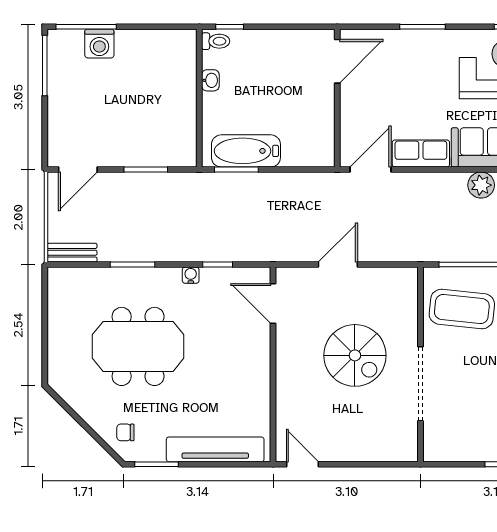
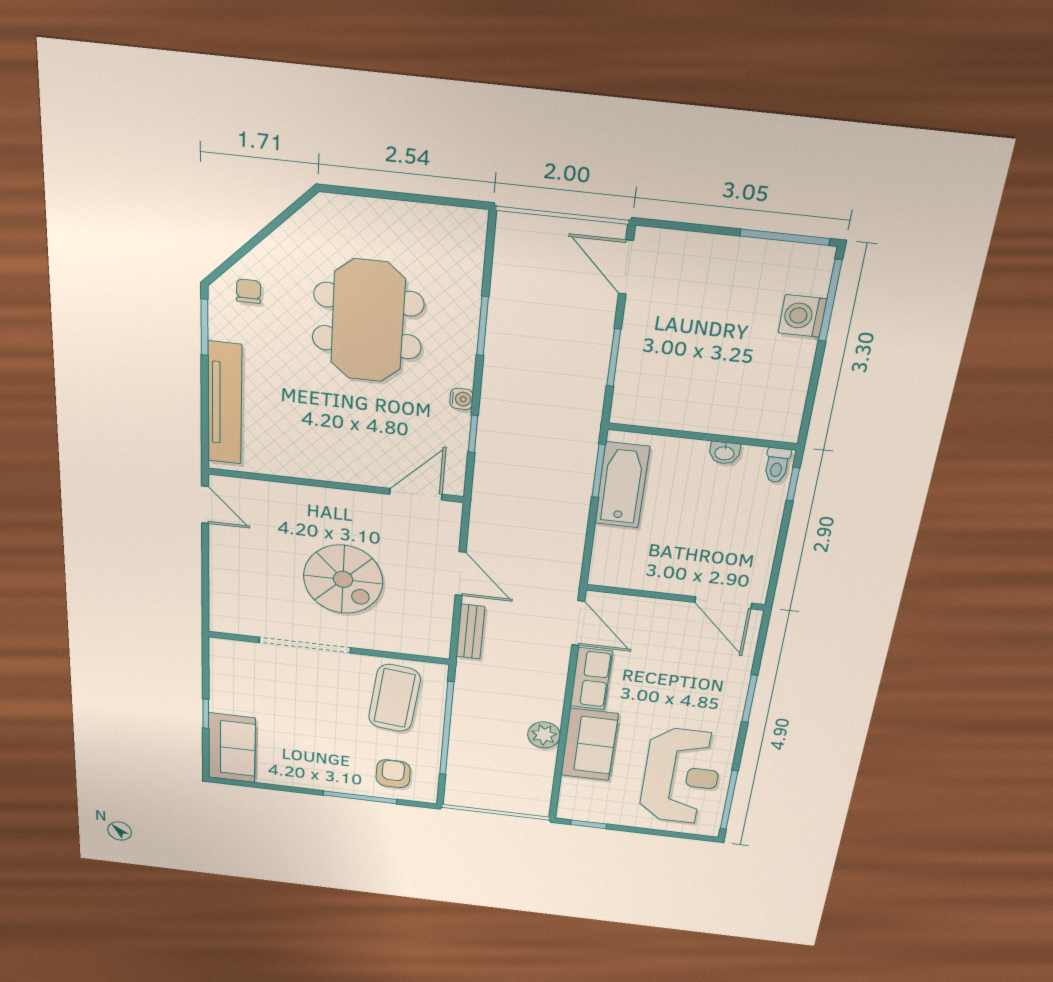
bench: (72, 253) -> (470, 632), moved
spiral stairs: (355, 355) -> (343, 579), turned -90
door: (302, 464) -> (205, 505), hinge flipped

